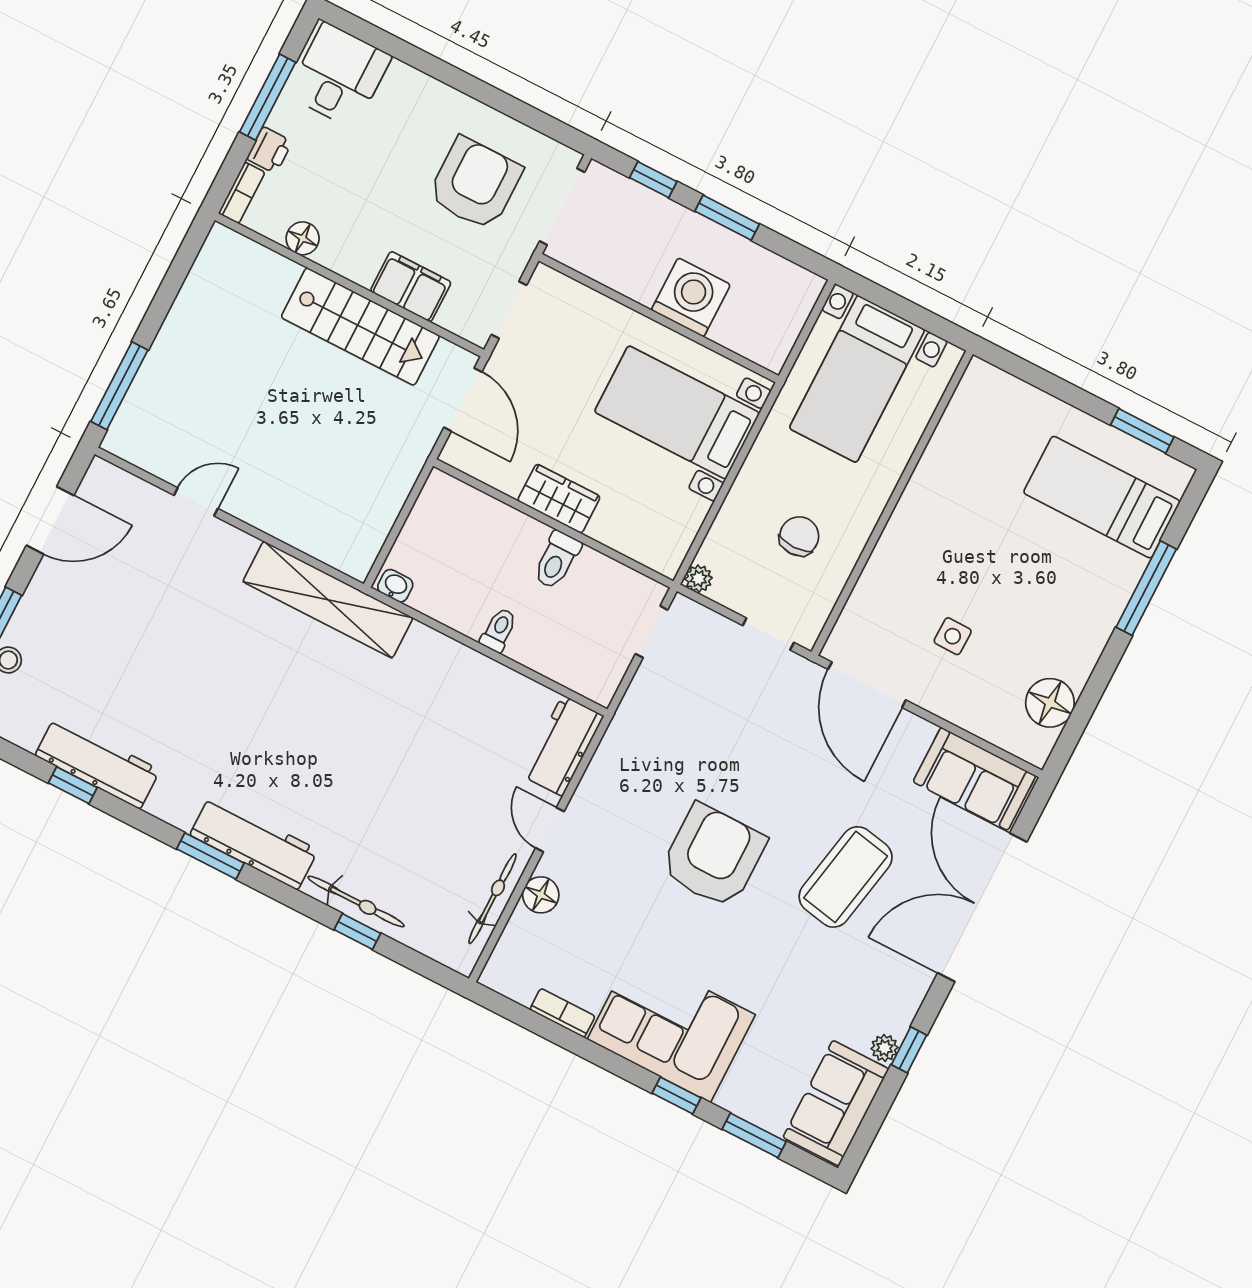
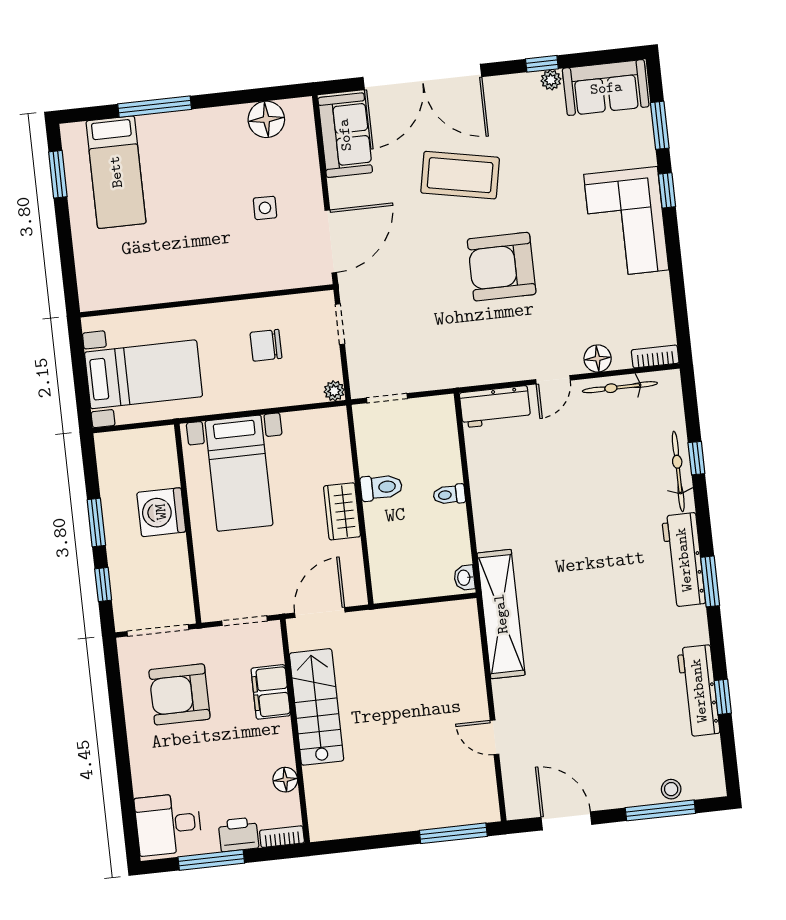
printer: (269, 150) -> (238, 834), width x1.36, depth x1.24
bookcase: (562, 1013) -> (655, 356), moved, turned 90

